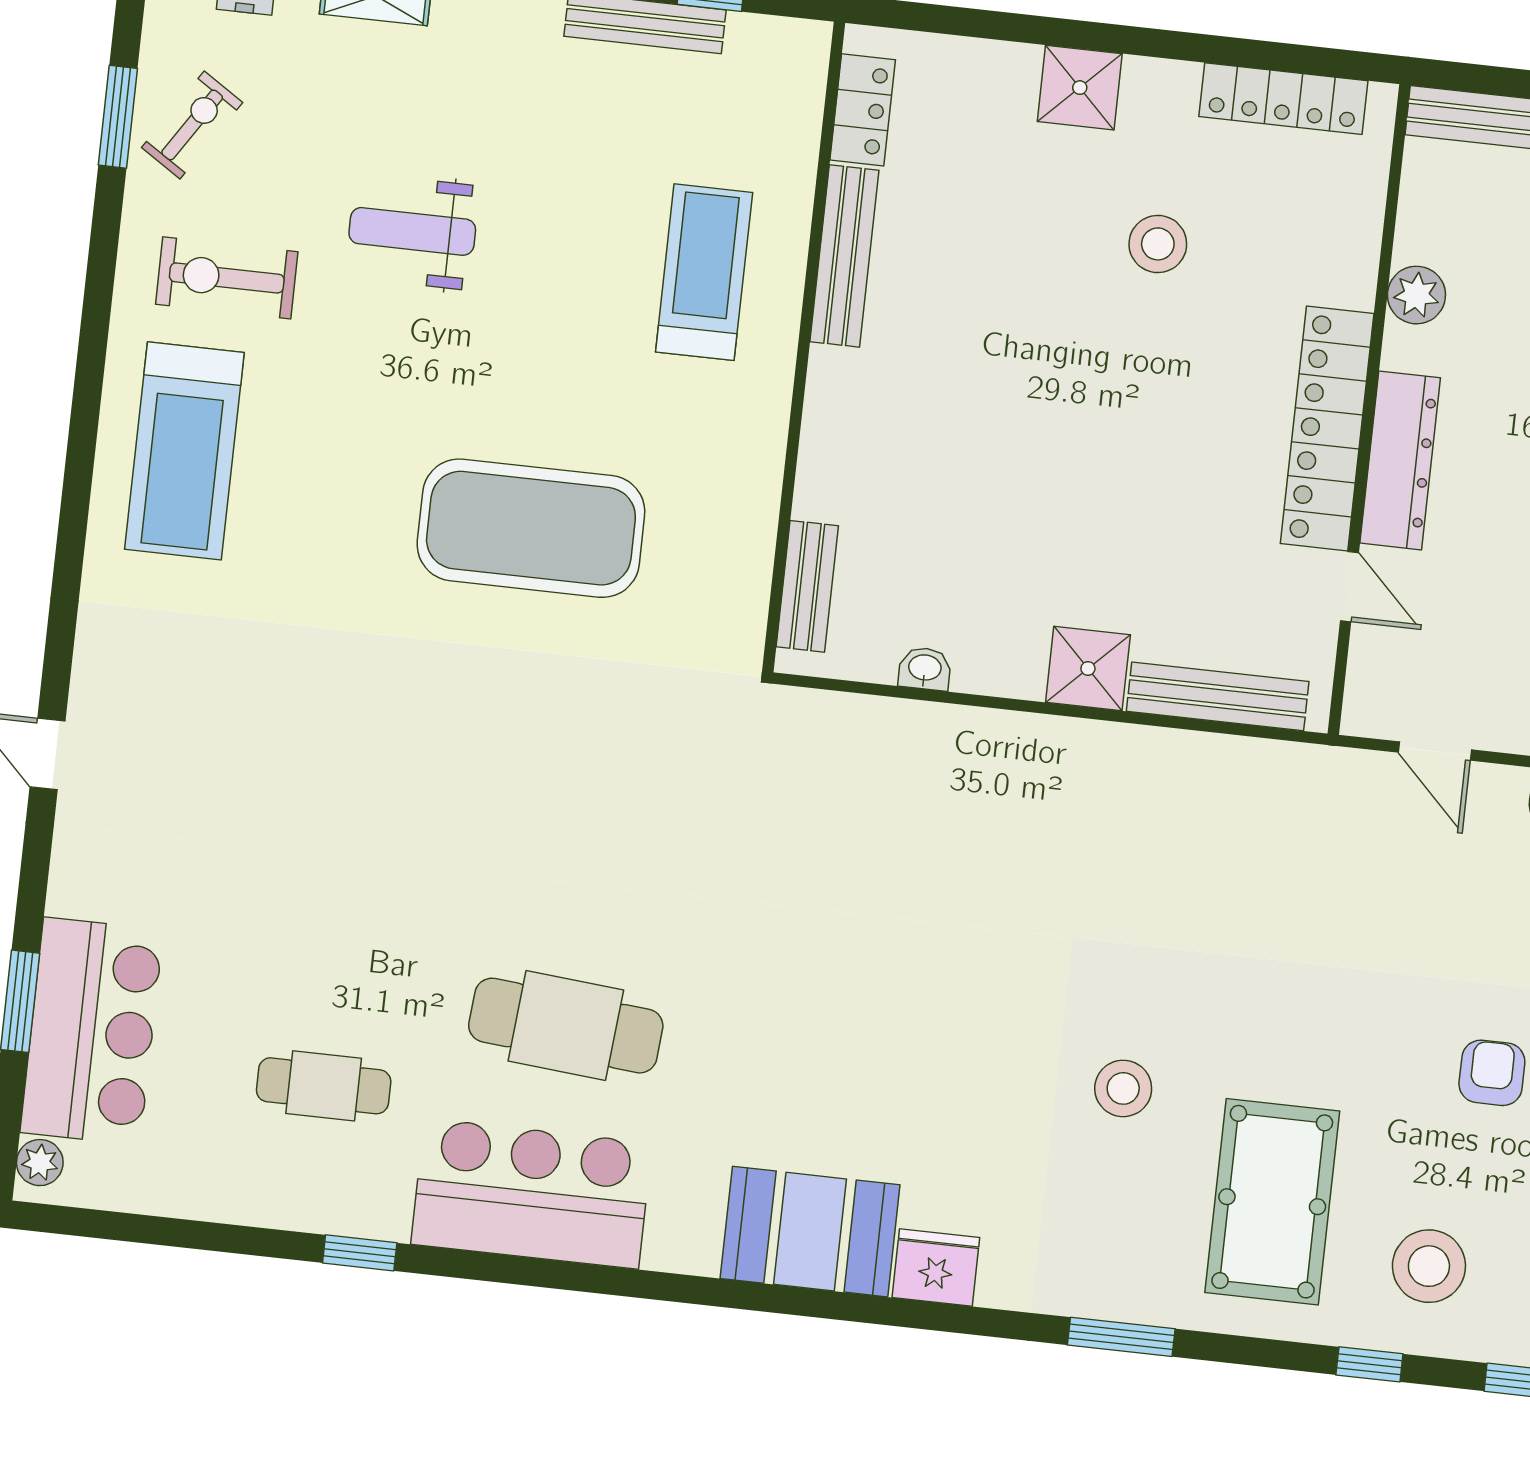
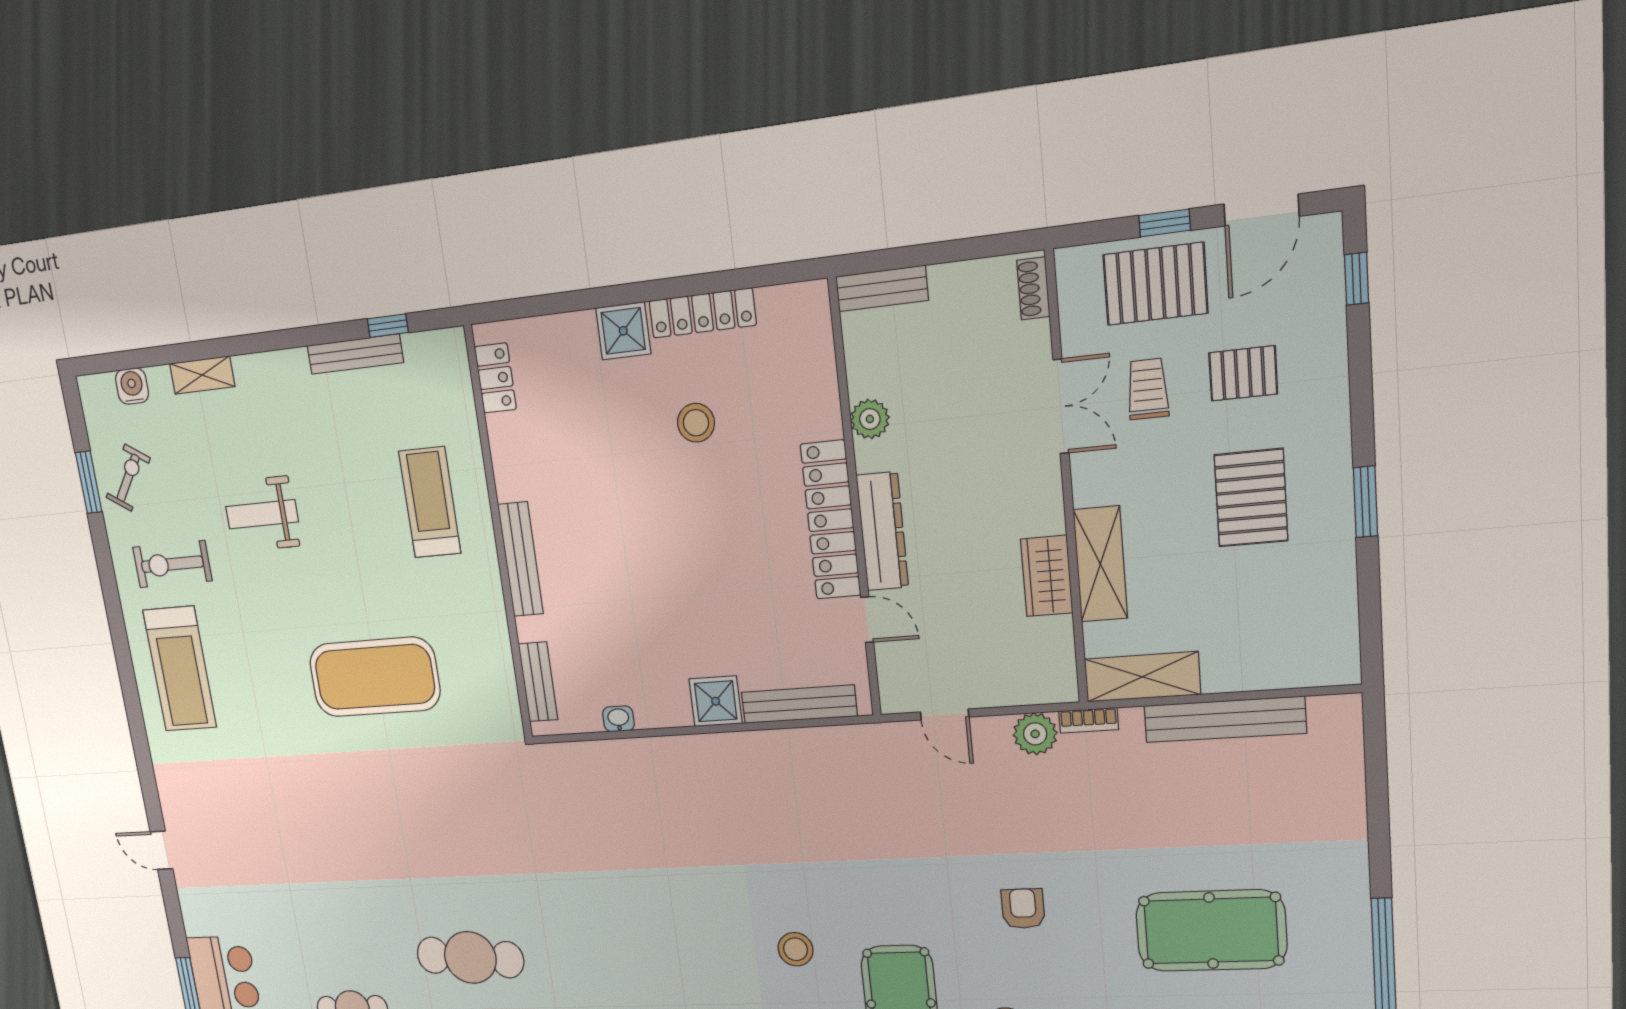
locker: (1283, 99) -> (702, 313), moved
bench: (844, 256) -> (521, 559), moved

